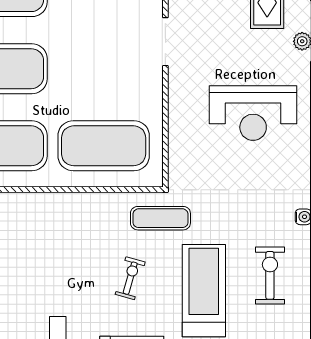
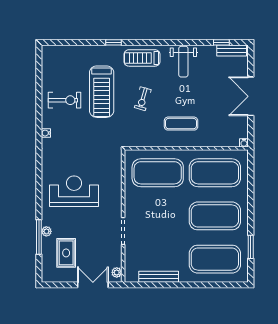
exercise mat: (160, 218) -> (181, 124), moved
exercise bike: (270, 275) -> (65, 100), turned -90

